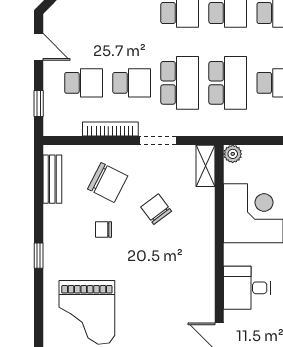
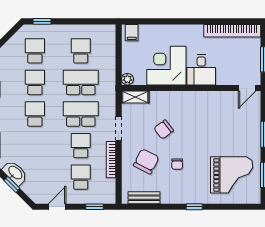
desk: (247, 288) -> (201, 70), moved

